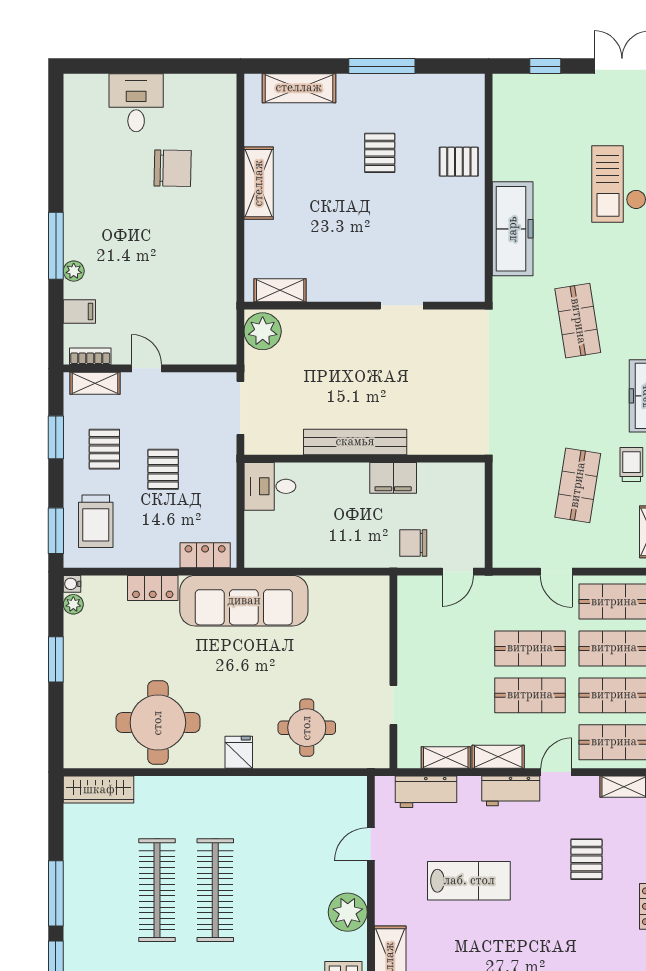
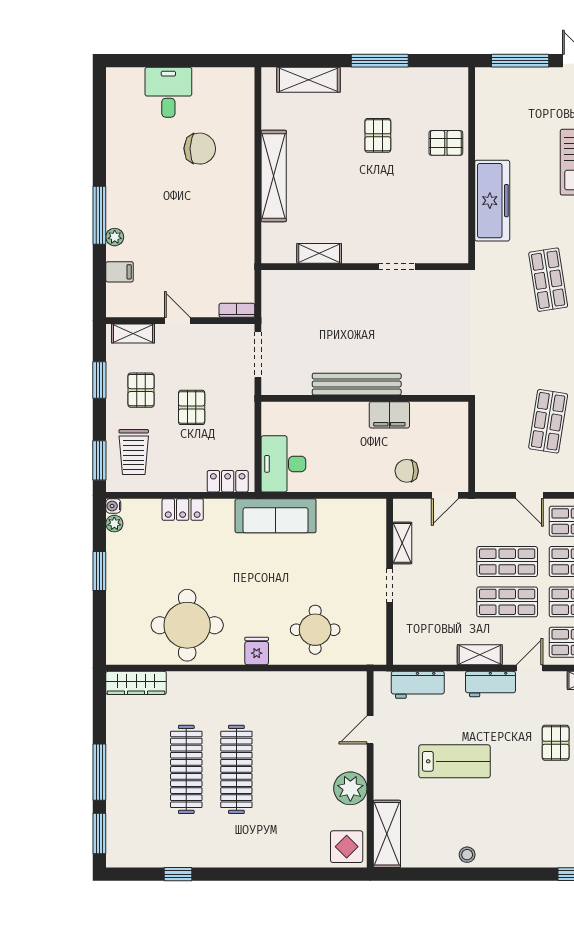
window: (545, 66) -> (520, 61), width x2.17
shelving: (259, 183) -> (274, 176), width x1.47
shelving: (280, 290) -> (319, 253), moved
plant: (263, 331) -> (277, 289), removed
bookcase: (90, 356) -> (237, 310), moved
desk: (270, 486) -> (283, 464), moved, width x1.37
sofa: (244, 601) -> (276, 516), width x0.74, depth x0.79
doorway: (393, 705) -> (390, 585), moved
shelving: (446, 758) -> (402, 543), moved, turned 90

